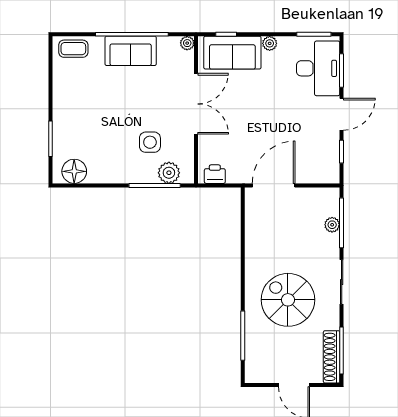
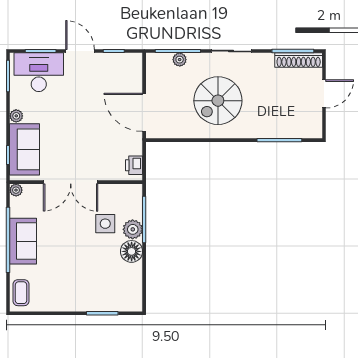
double door: (196, 104) -> (71, 182), swing flipped
floor lamp: (74, 171) -> (132, 251), moved
plant: (169, 173) -> (133, 229), moved
spiral stairs: (288, 300) -> (218, 101), moved

